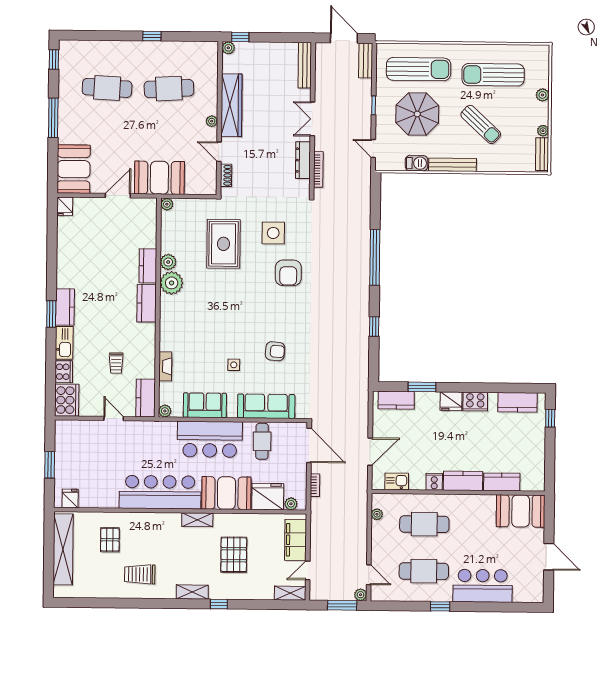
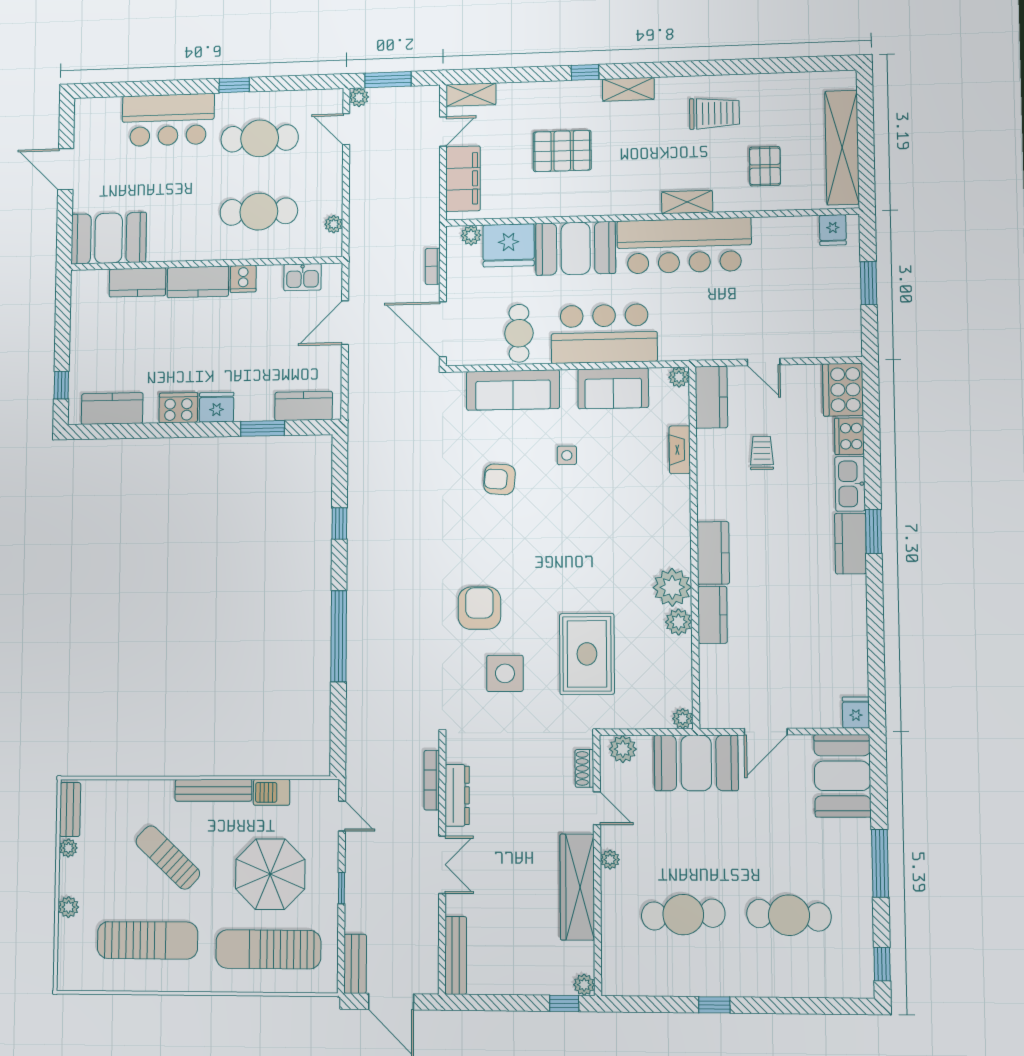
plant: (203, 187) -> (623, 749), added
shelving: (197, 520) -> (687, 202), moved
pallet: (234, 555) -> (562, 151), turned 90

